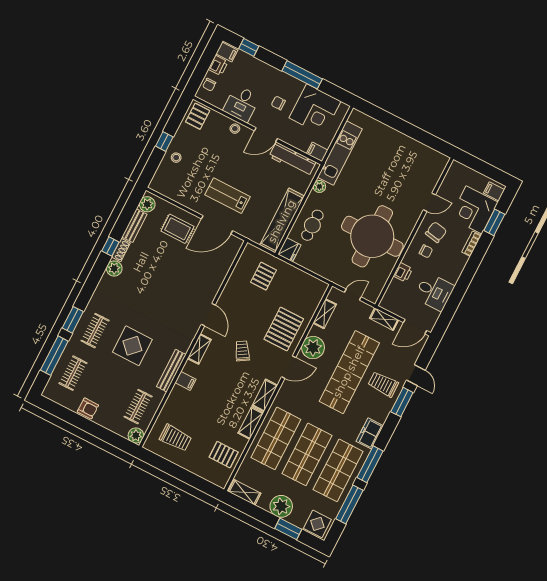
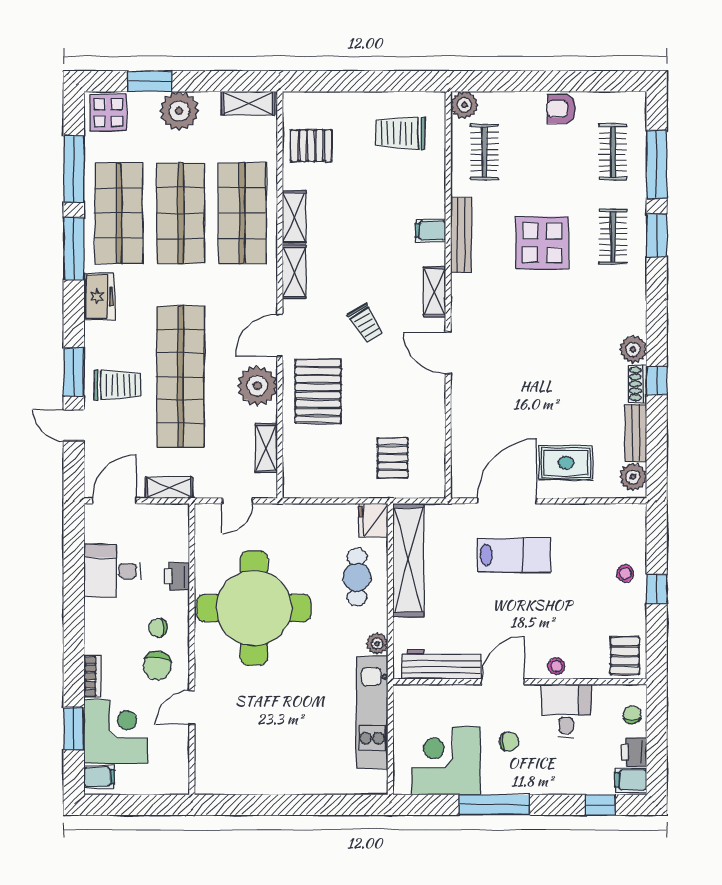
filing cabinet: (317, 152) -> (409, 696), removed

